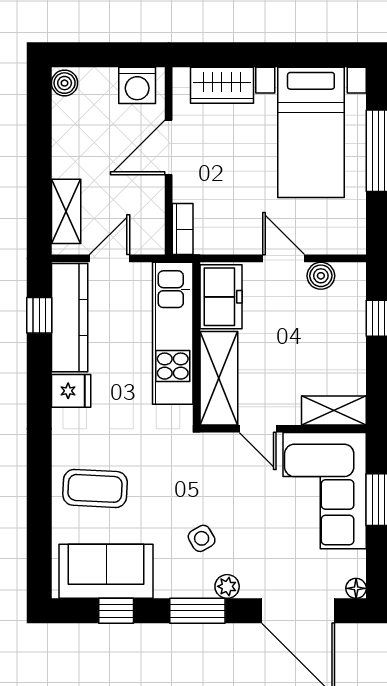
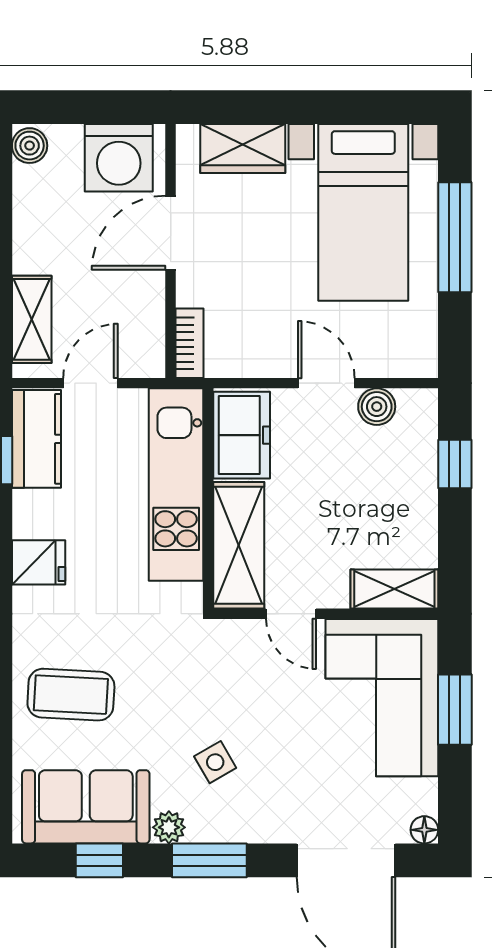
washing machine: (137, 85) -> (119, 158), width x1.37, depth x1.37
kitchen counter: (70, 318) -> (36, 439), width x0.67
plant: (227, 586) -> (169, 827), moved

